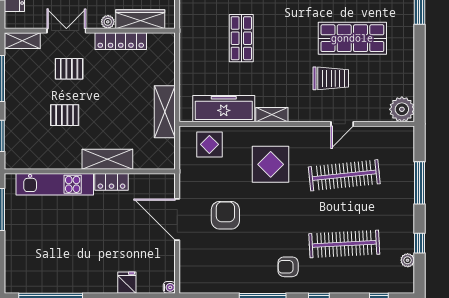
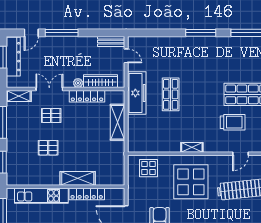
freezer: (224, 109) -> (137, 93), moved, turned 90
shelving: (165, 112) -> (118, 122), moved
display table: (271, 164) -> (191, 182), width x1.36, depth x1.36
locker: (111, 182) -> (87, 194), width x1.53

